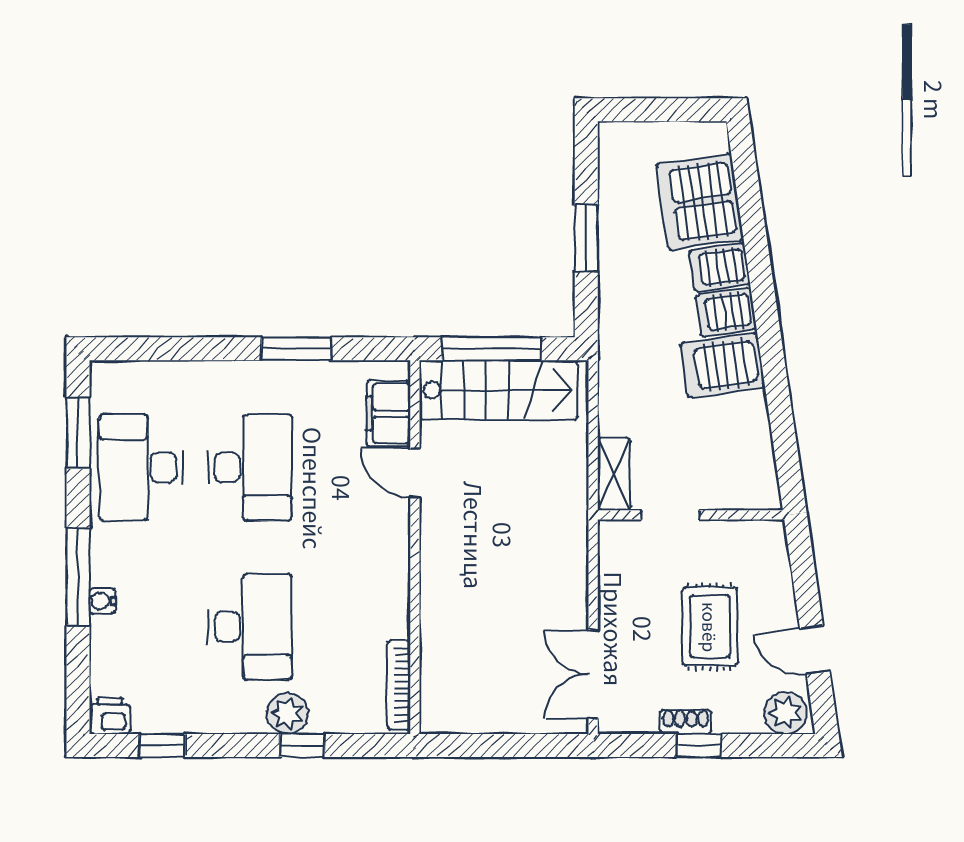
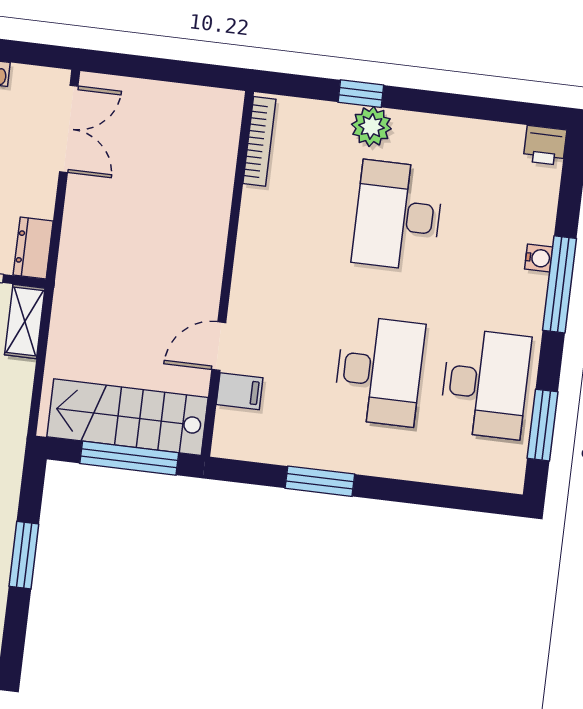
filing cabinet: (388, 413) -> (240, 391), width x0.50
desk: (250, 468) -> (379, 371), turned 180
door: (415, 473) -> (219, 346), swing flipped
dresser: (614, 549) -> (33, 248), added
window: (162, 745) -> (497, 110), removed

